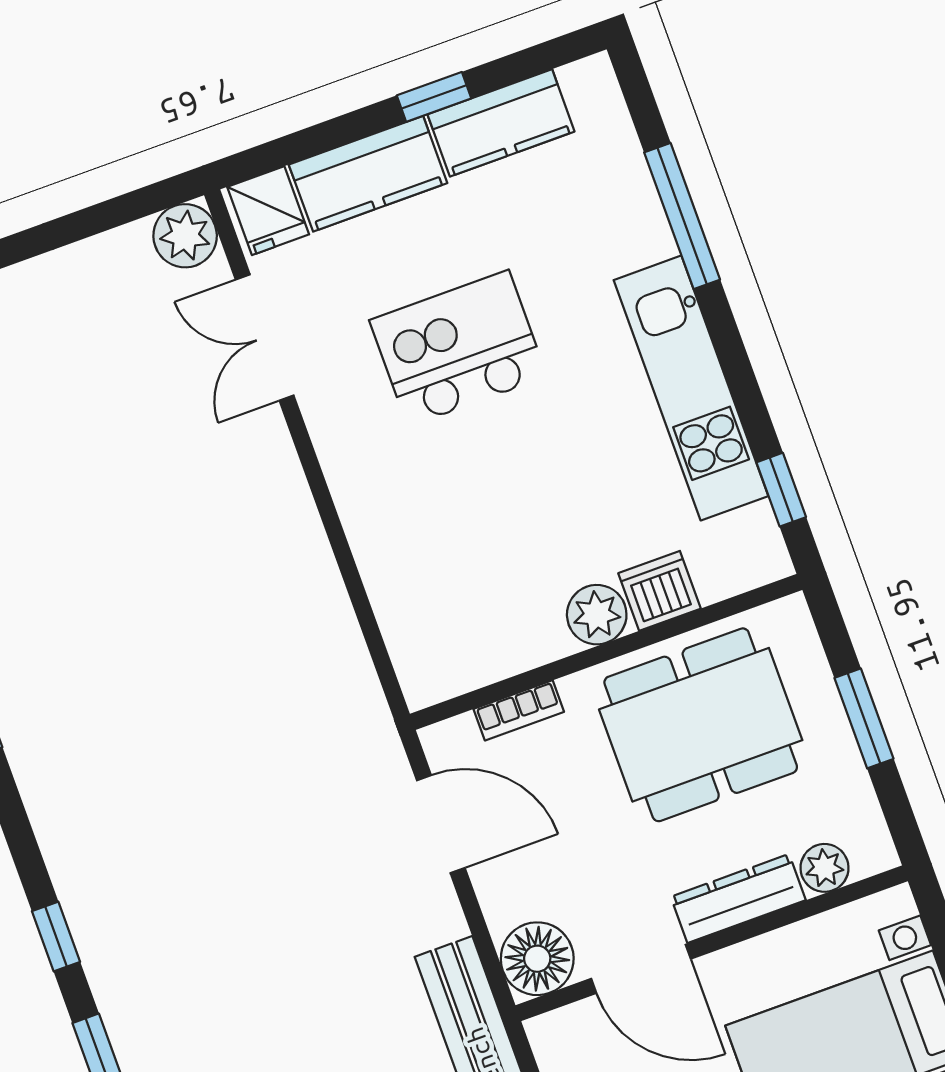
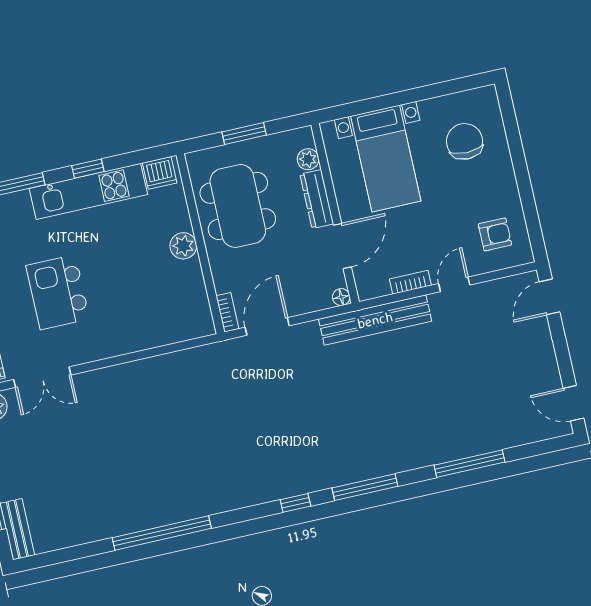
window: (781, 490) -> (88, 169), moved
dishwasher: (660, 591) -> (160, 173), moved, turned -90
bookcase: (519, 710) -> (227, 312), moved
floor lamp: (537, 959) -> (341, 297), width x0.53, depth x0.53

